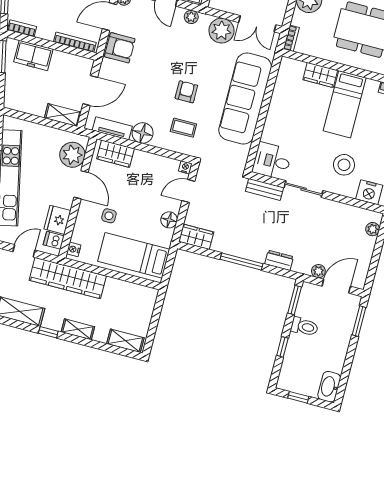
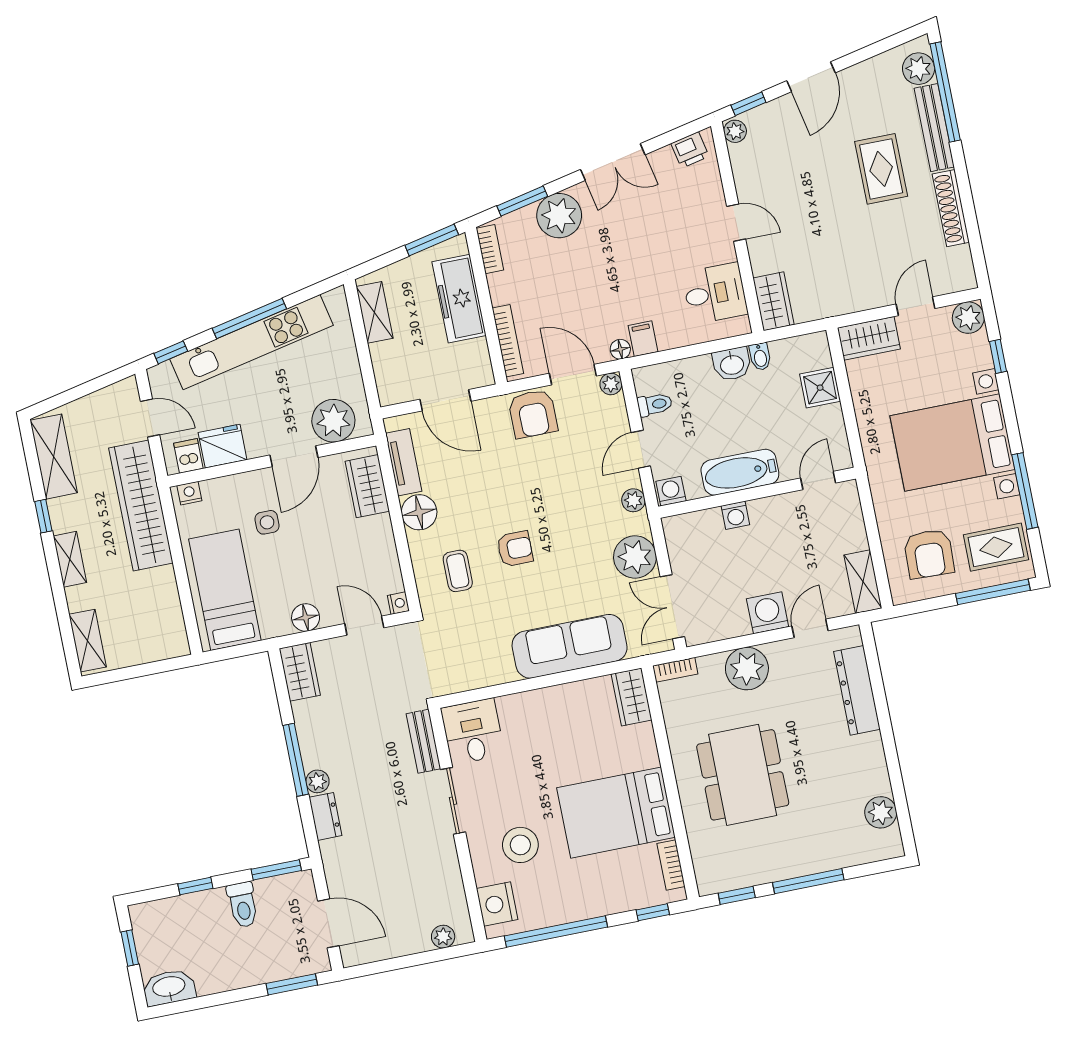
freezer: (33, 55) -> (459, 299), width x1.40
wardrobe: (320, 75) -> (632, 697), moved
sofa: (245, 99) -> (570, 646), width x0.74, depth x0.79
bed: (345, 104) -> (616, 813), width x1.50
shelving: (63, 115) -> (374, 312), moved
plant: (318, 271) -> (317, 781), moved

